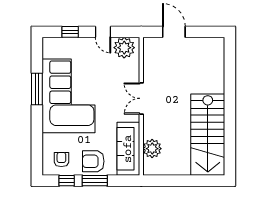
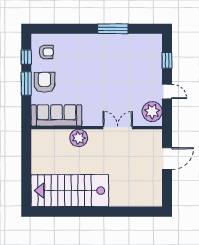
door: (103, 32) -> (167, 91), swing flipped
corner sofa: (68, 96) -> (106, 59), removed
double door: (141, 98) -> (118, 128), moved
plant: (152, 149) -> (79, 138), moved

